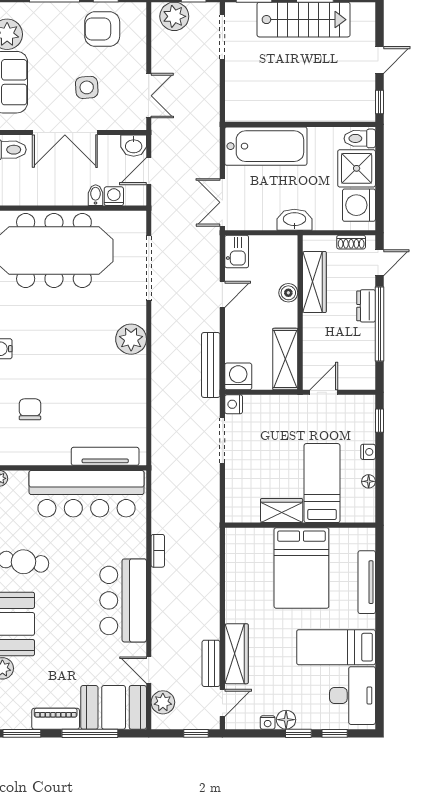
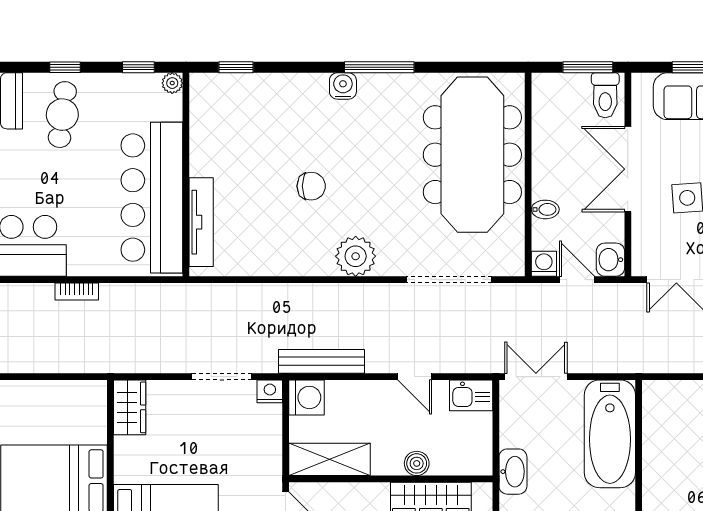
washing machine: (114, 196) -> (544, 264), moved, turned -90
chair: (30, 409) -> (311, 186), moved
wardrobe: (282, 511) -> (130, 407), moved

